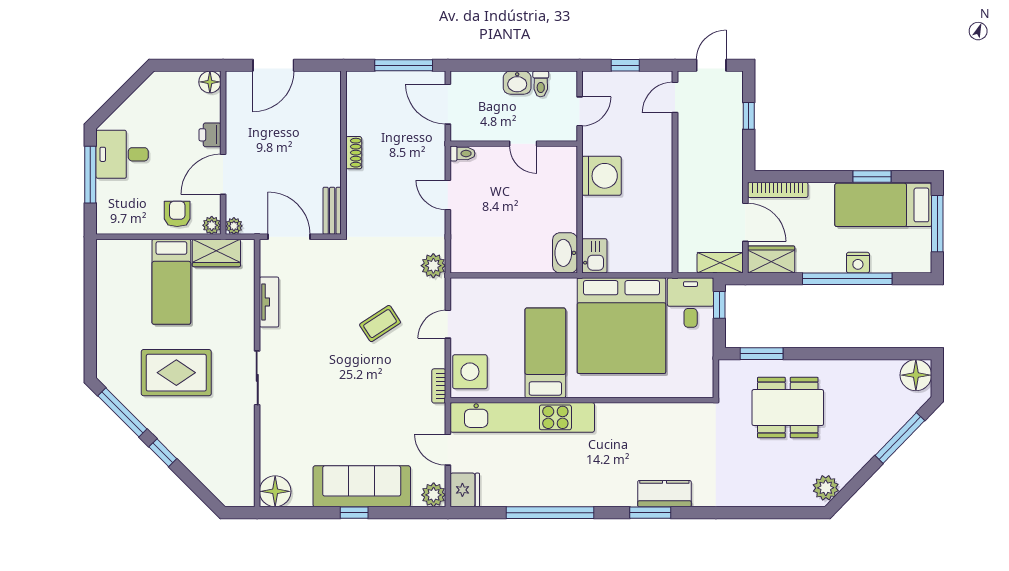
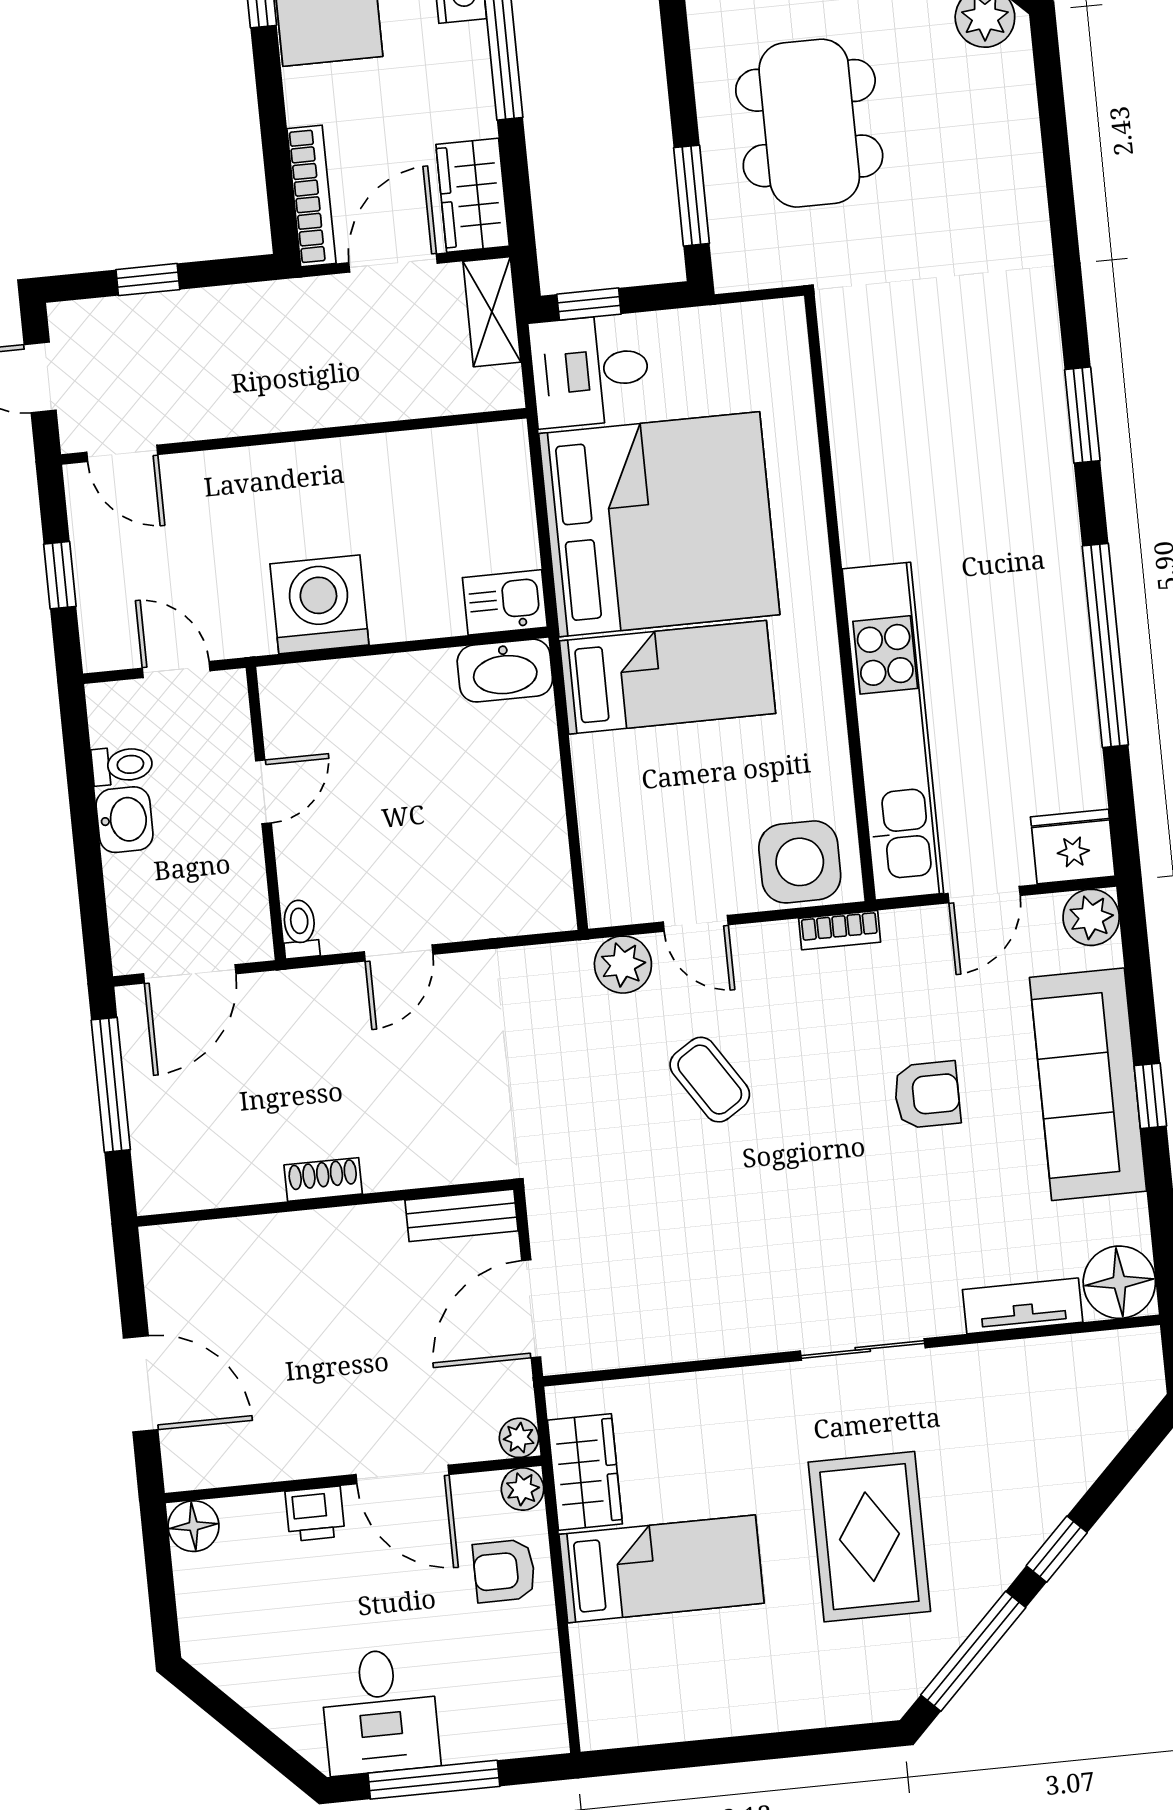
plant: (433, 266) -> (623, 965), moved
tv unit: (269, 302) -> (1023, 1306), moved
bed: (545, 353) -> (667, 677), moved, turned 180
armchair: (364, 416) -> (927, 1095), added
kitchen counter: (664, 494) -> (1035, 387), removed

